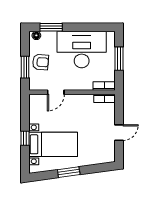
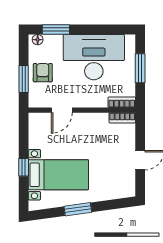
armchair: (41, 62) -> (43, 73), turned -95

